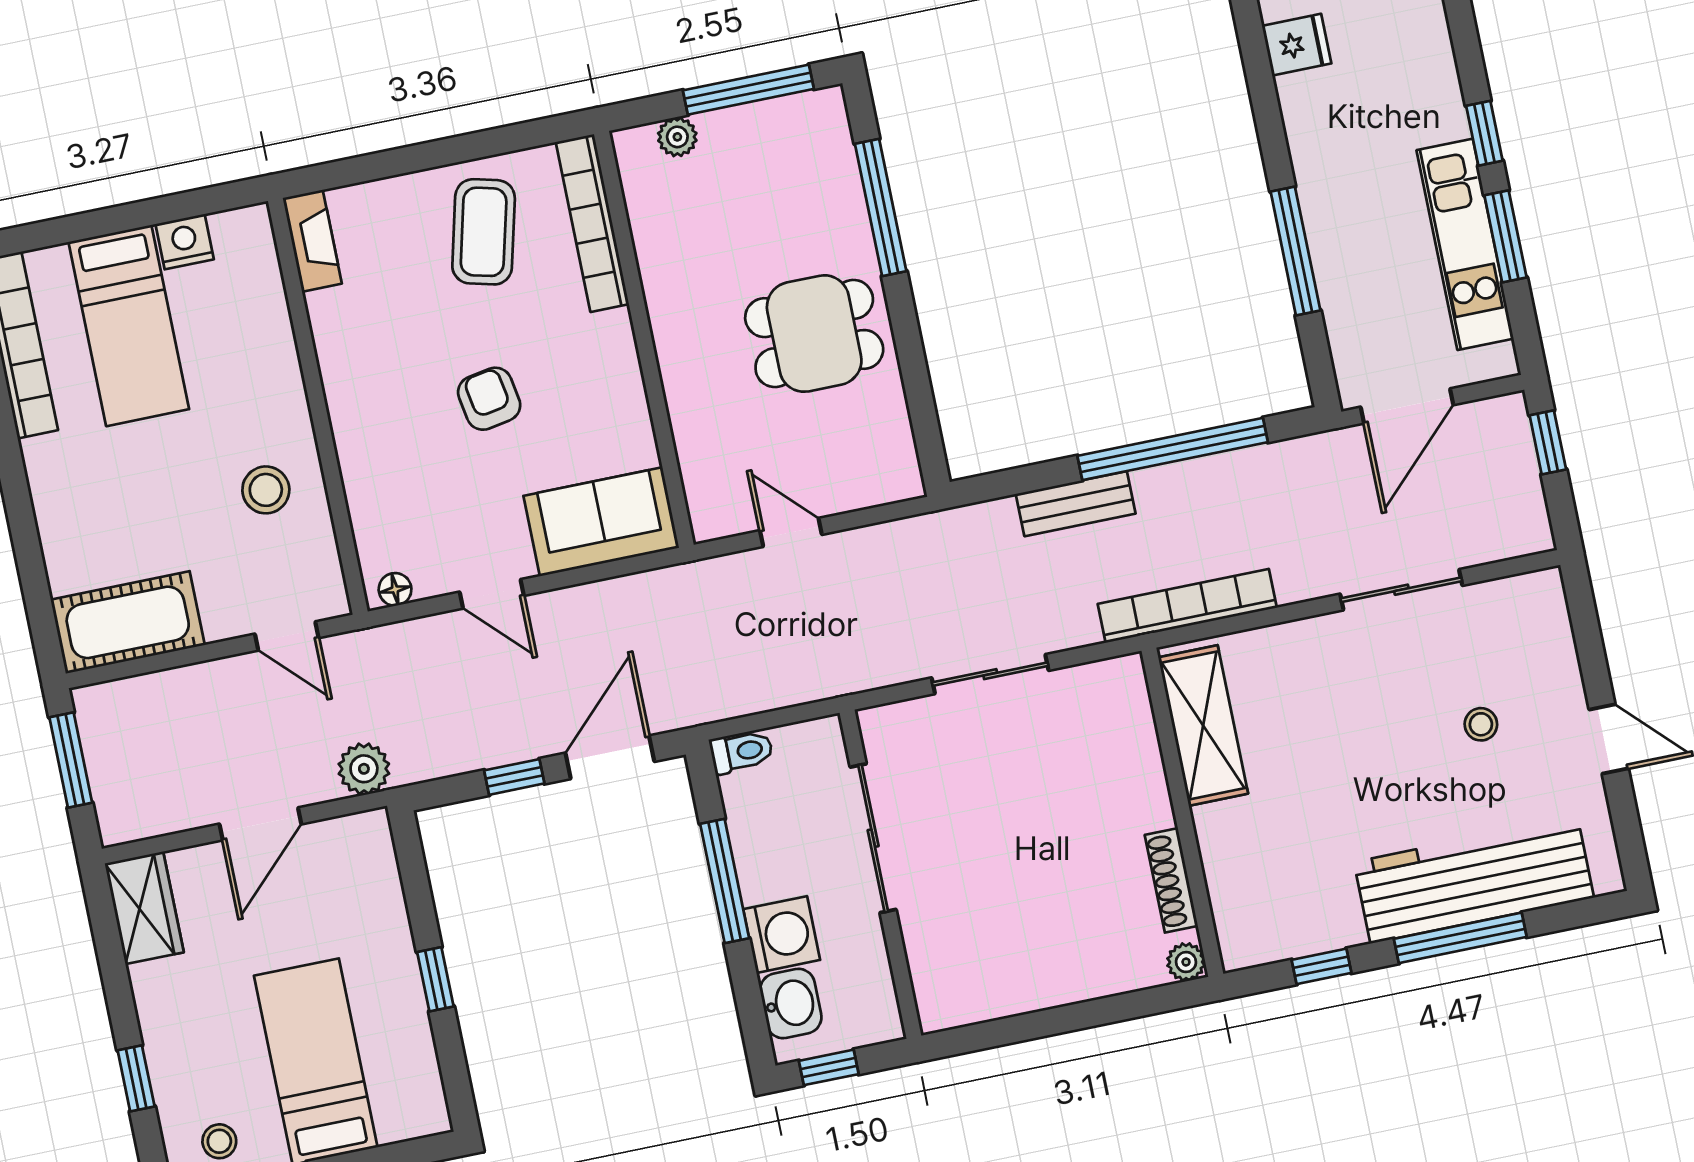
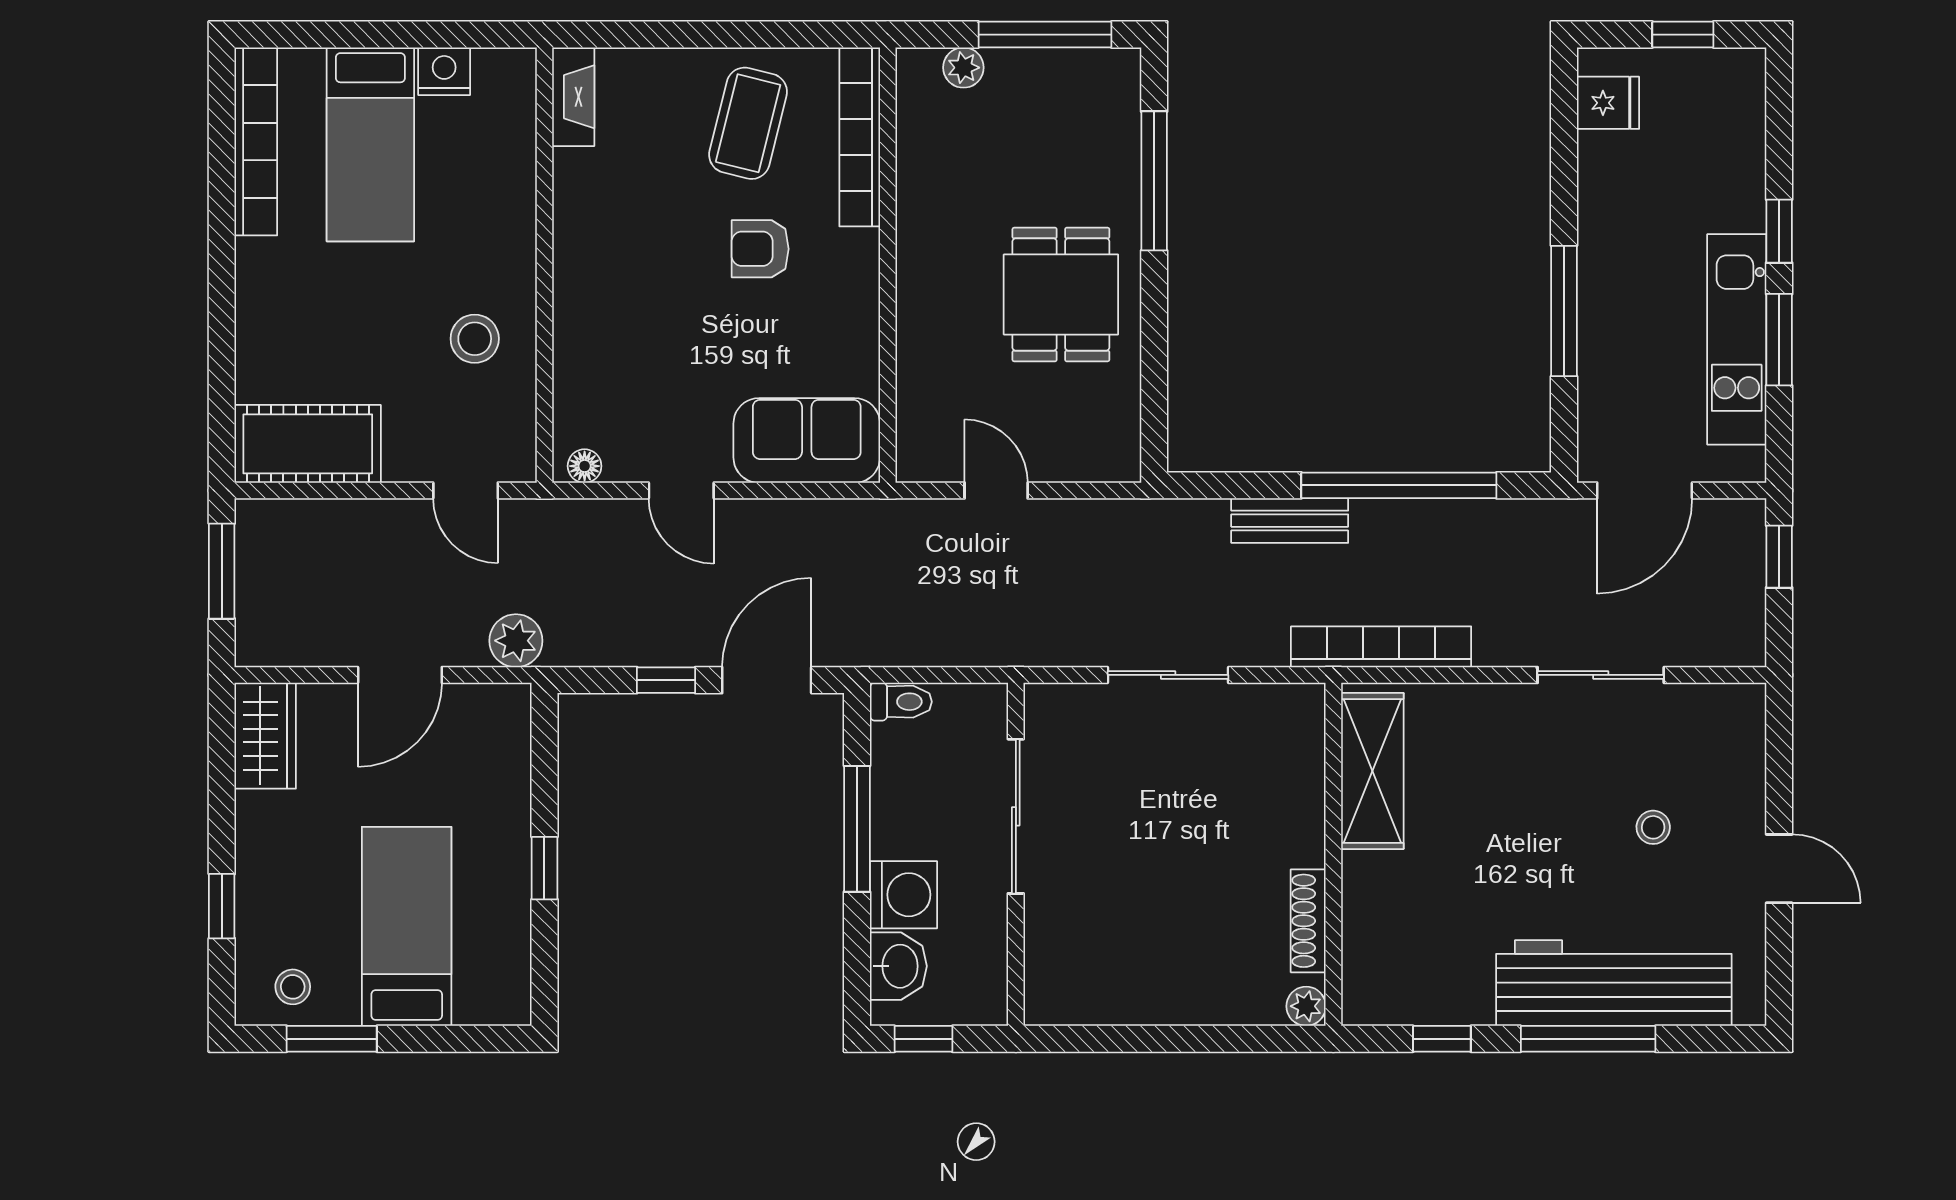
dining table: (814, 334) -> (1061, 294), turned 90
armchair: (489, 399) -> (760, 249), moved, turned -80

